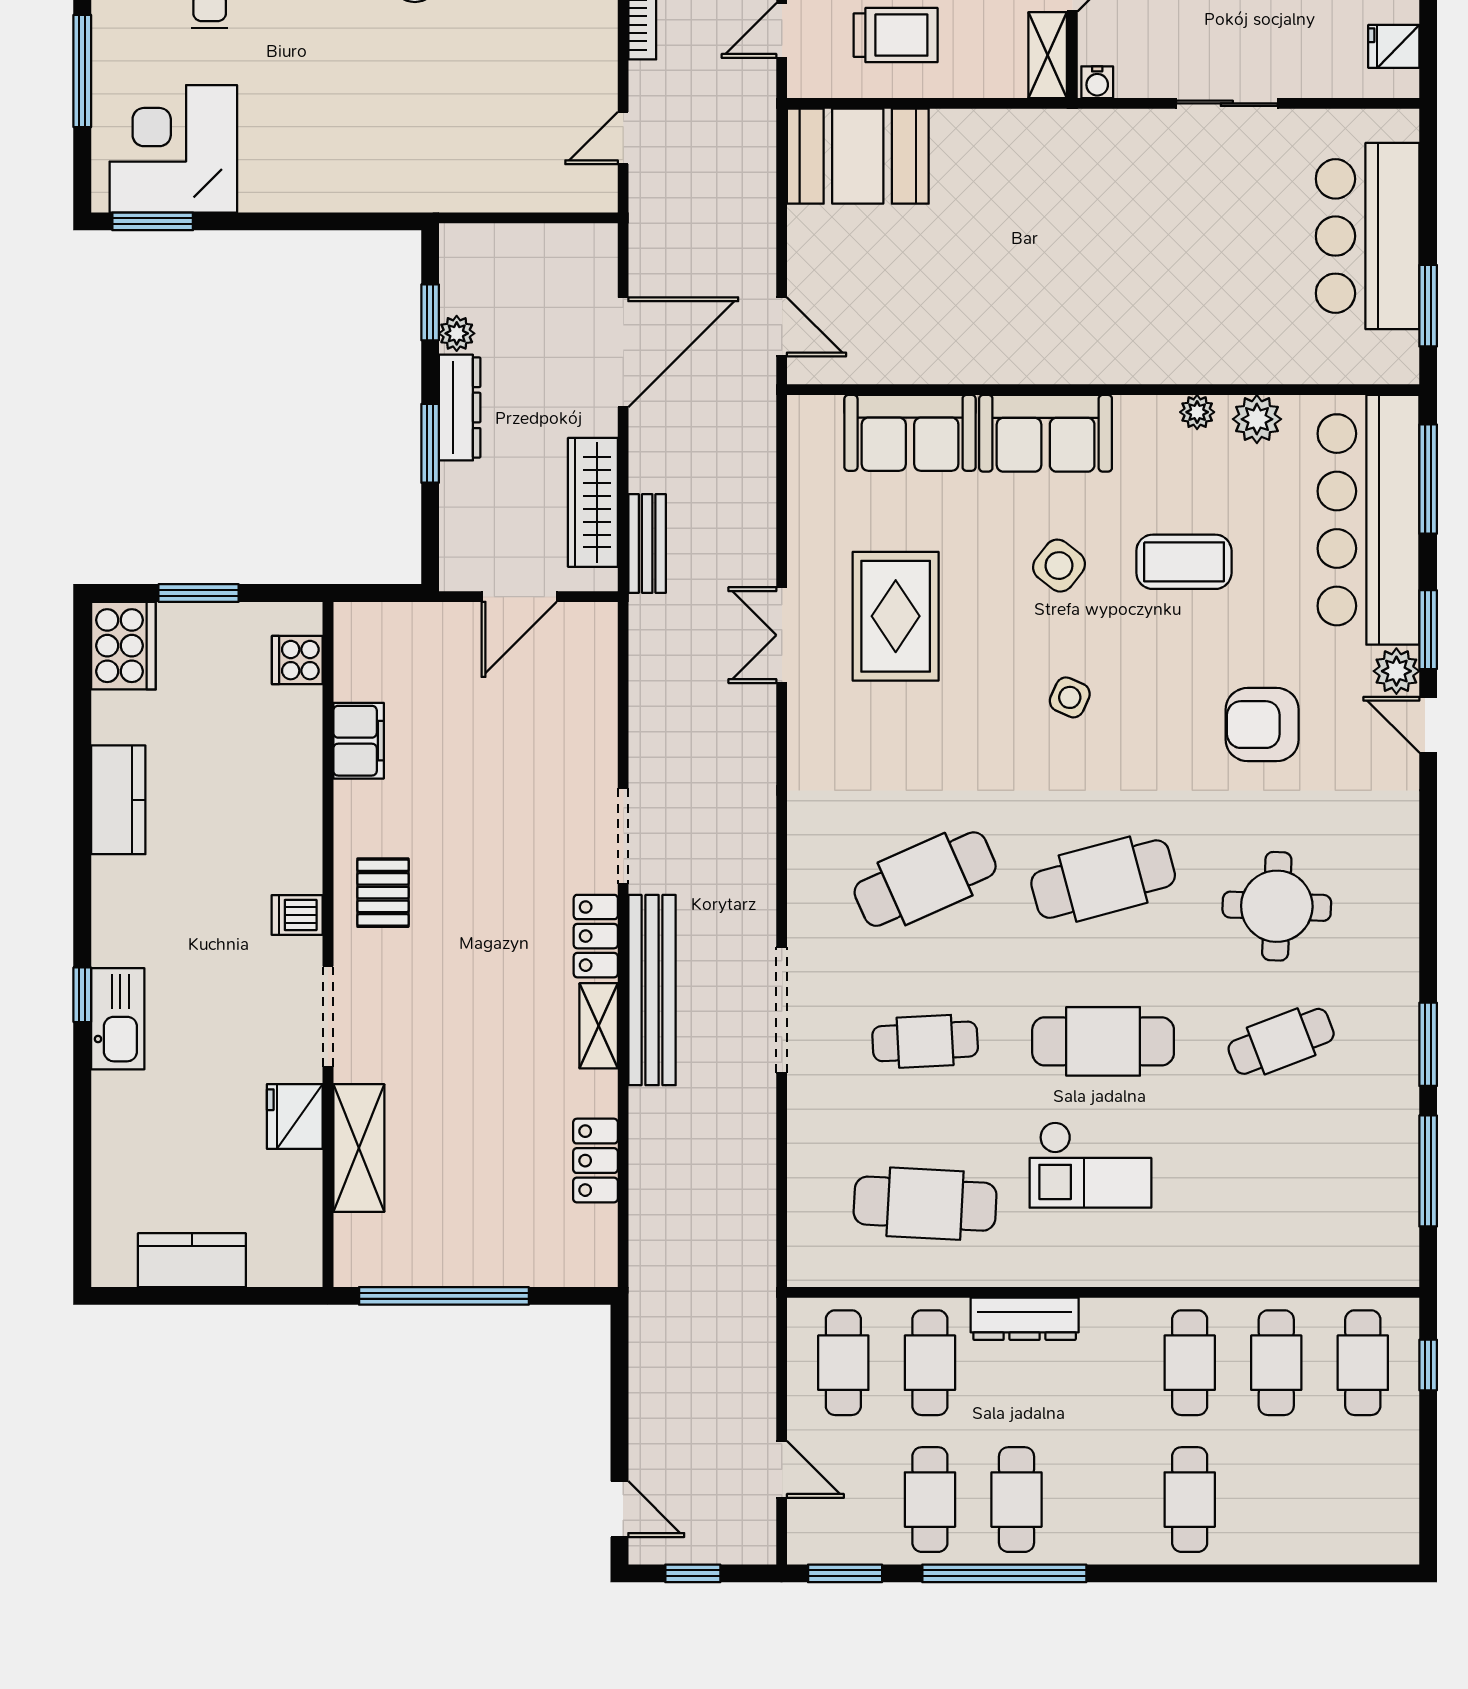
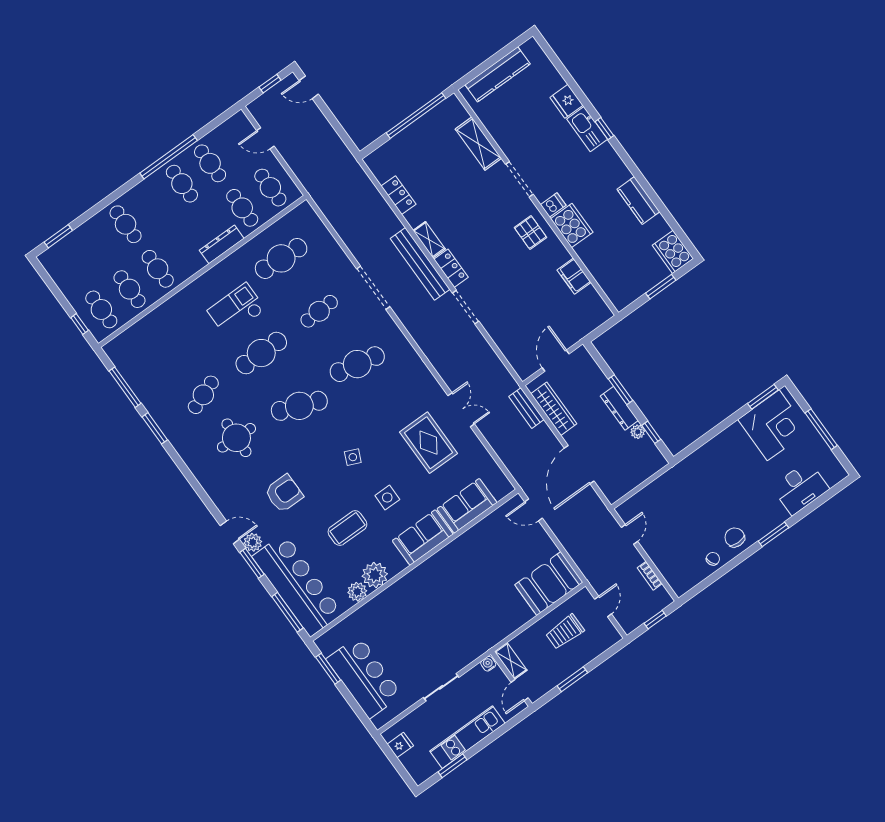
plant: (1197, 412) -> (375, 575), width x1.87, depth x1.87
side table: (1059, 566) -> (387, 497), turned -38
cooker: (297, 660) -> (572, 225), moved, width x1.87, depth x1.31
cafe table: (925, 879) -> (357, 364), turned 36
cafe table: (1103, 879) -> (299, 406), turned 36
fridge: (295, 1117) -> (566, 101), moved, turned 180
kitchen counter: (192, 1260) -> (498, 74), width x1.50
window: (845, 1573) -> (58, 236), moved

